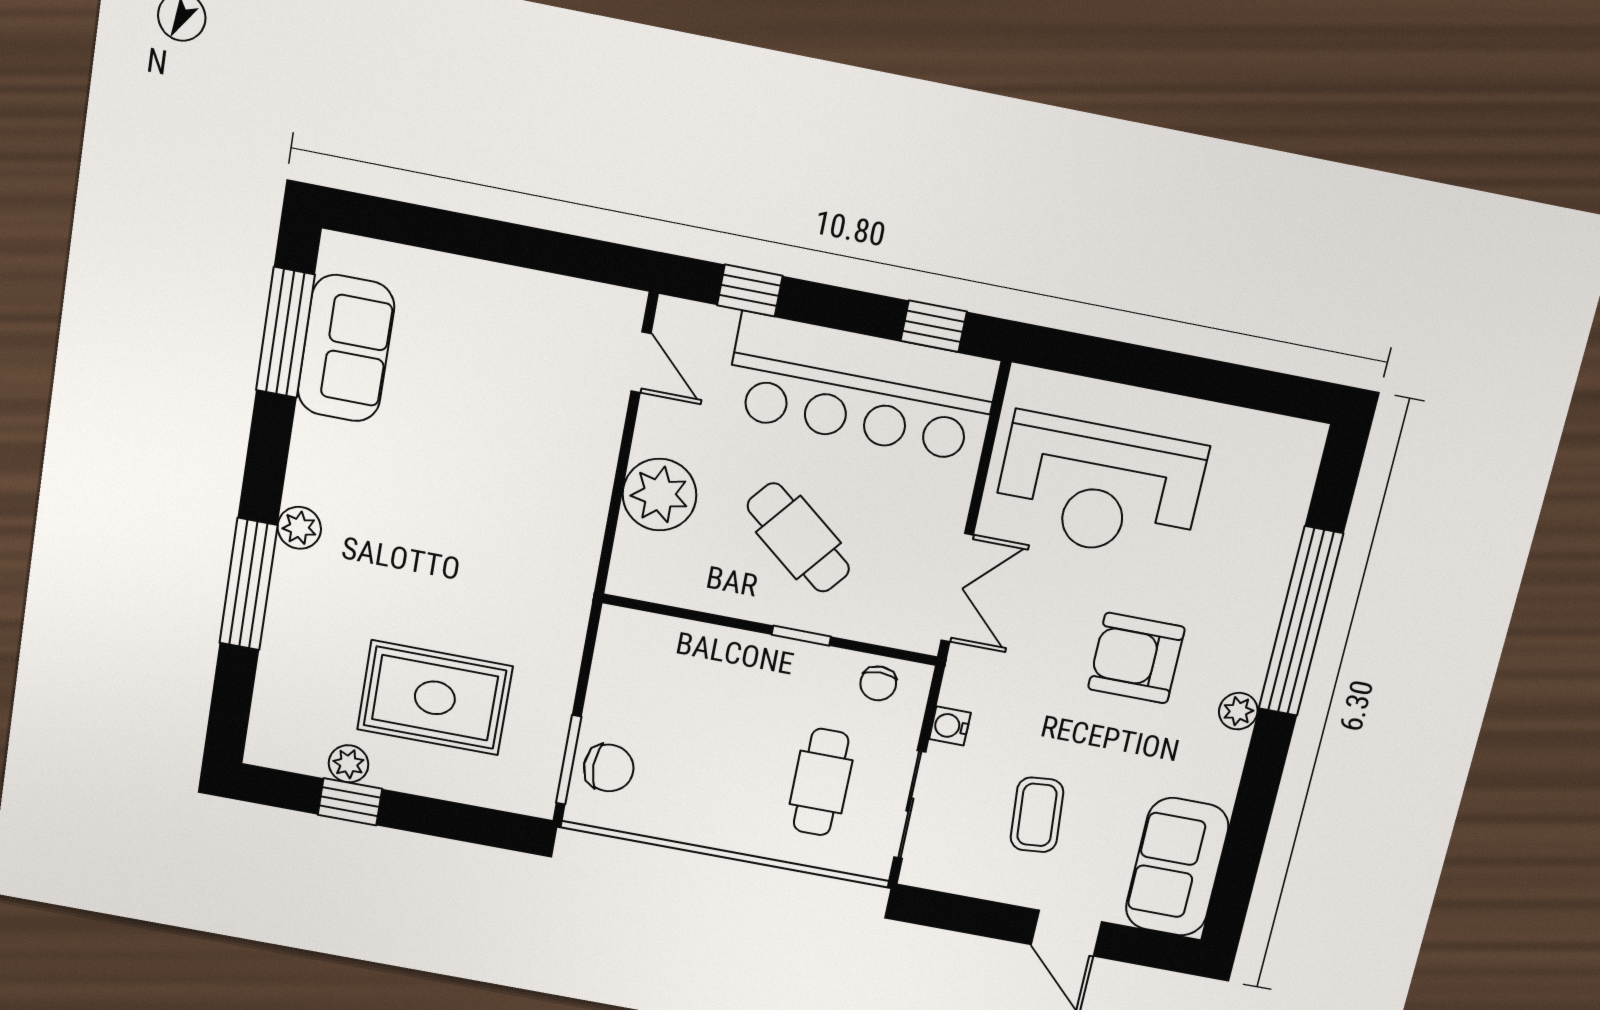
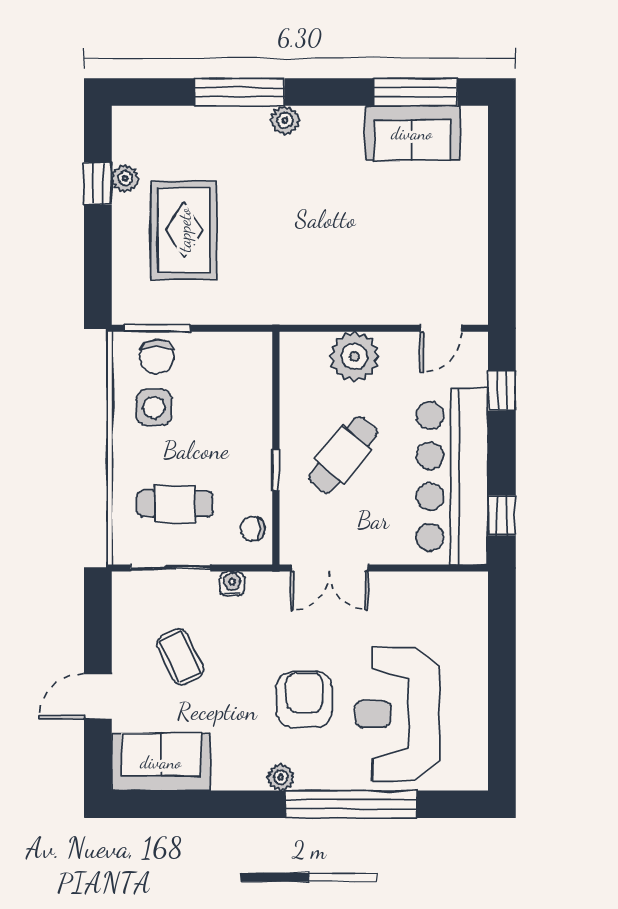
reception desk: (1099, 487) -> (398, 714), moved
side table: (679, 785) -> (154, 407), added
coffee table: (1037, 815) -> (180, 657), turned 69

